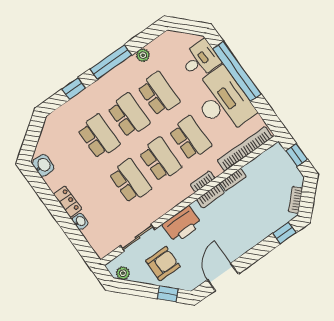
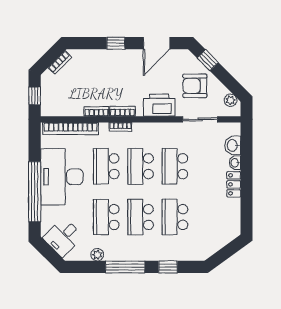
desk: (200, 60) -> (63, 237), moved, turned -45
washbasin: (43, 165) -> (233, 145), moved
window: (284, 233) -> (116, 43), moved

